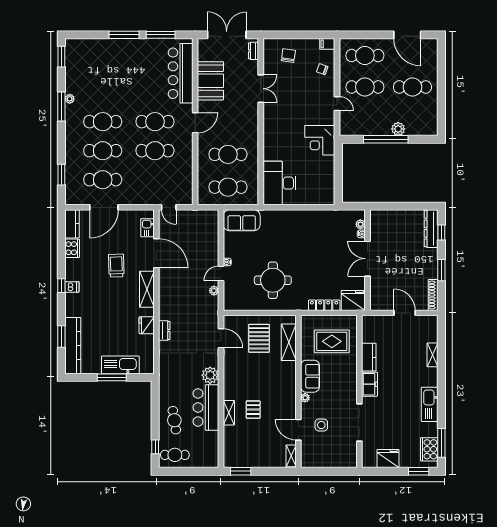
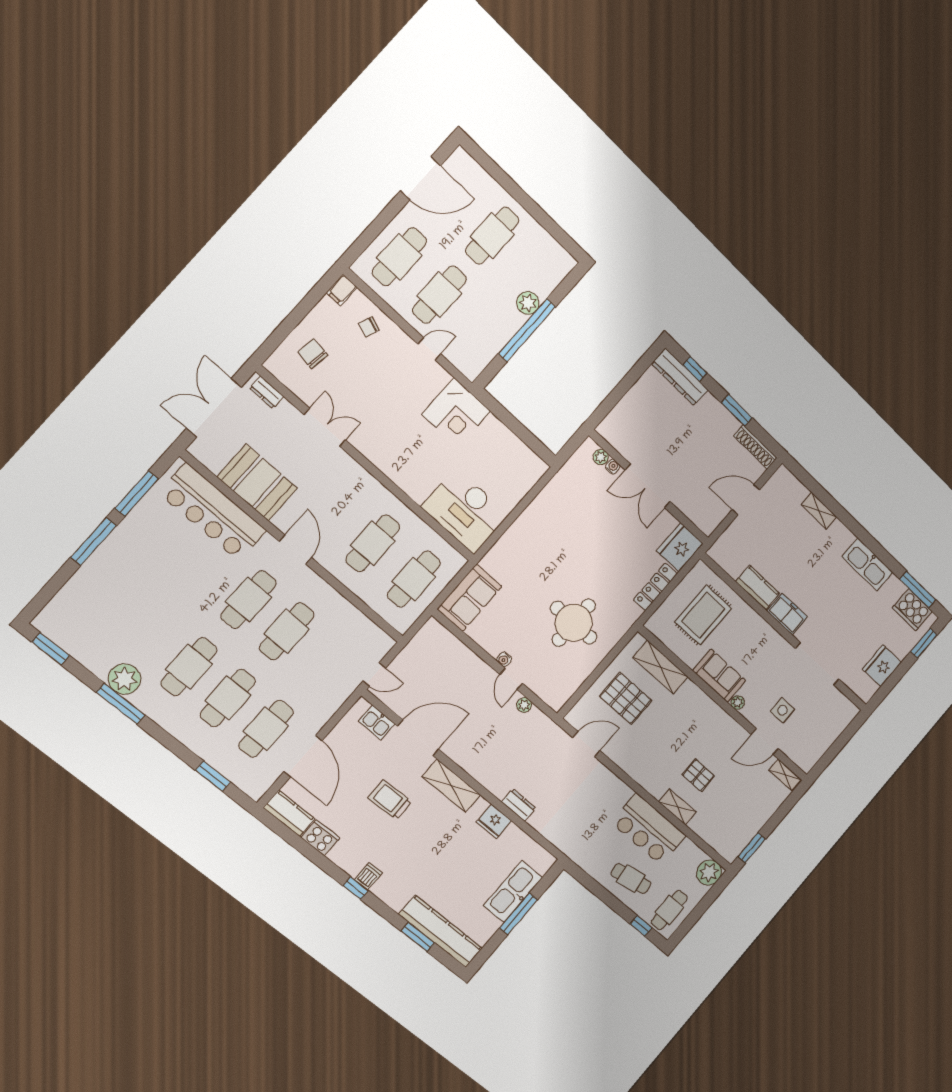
plant: (70, 99) -> (124, 679), width x1.87, depth x1.87
plant: (210, 375) -> (709, 872), moved

